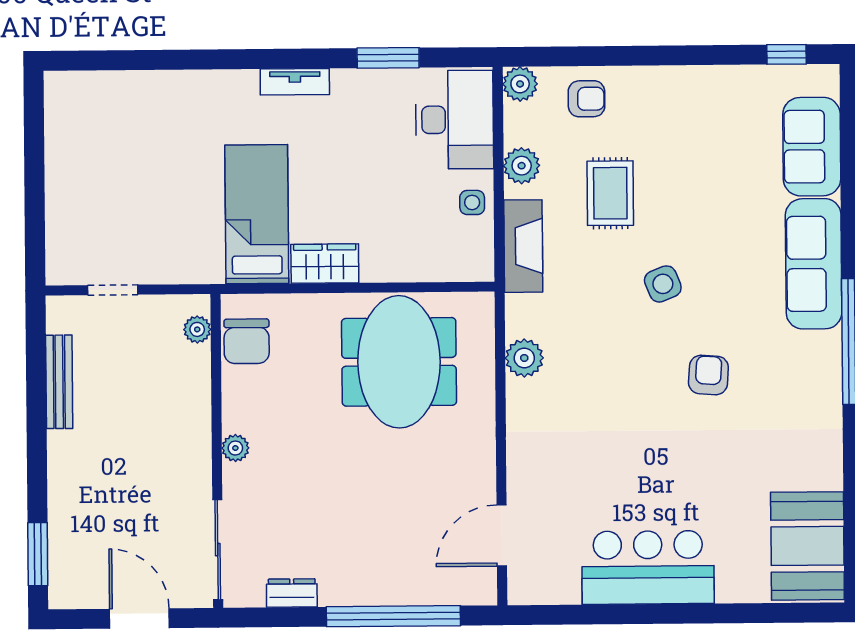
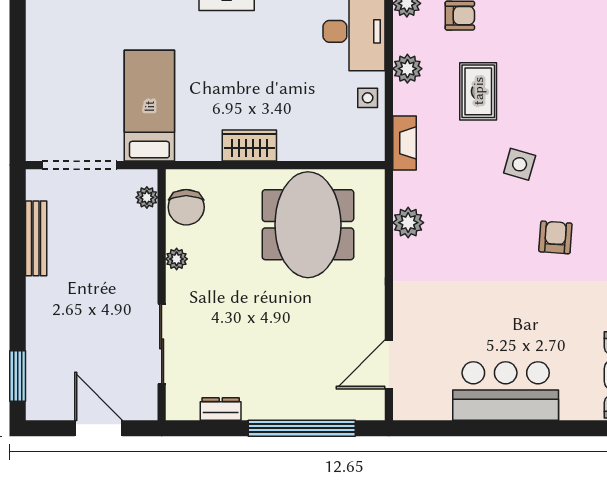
bed: (257, 214) -> (149, 106), moved
fireplace: (523, 246) -> (404, 143), width x0.73, depth x0.76
side table: (663, 284) -> (520, 164), turned 38
doorway: (113, 290) -> (80, 165), width x1.88
plant: (235, 448) -> (177, 259), moved
sliding door: (218, 550) -> (162, 344), moved

